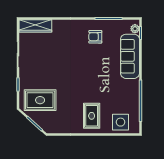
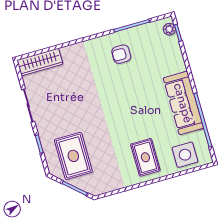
sofa: (130, 56) -> (183, 103), moved
rug: (40, 100) -> (73, 156), turned 90

